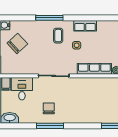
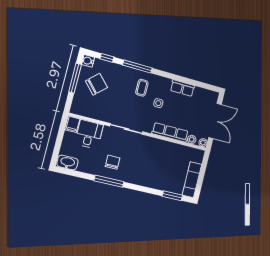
window: (21, 18) -> (107, 58), added
row of seats: (85, 26) -> (182, 88), moved

